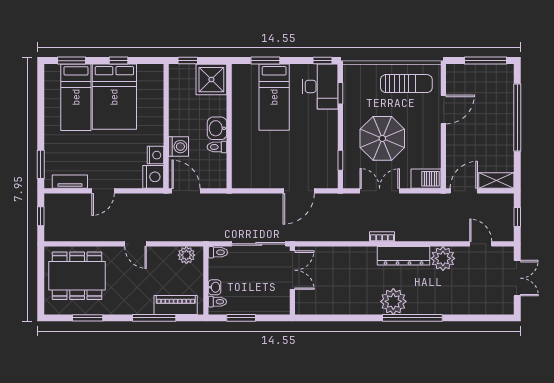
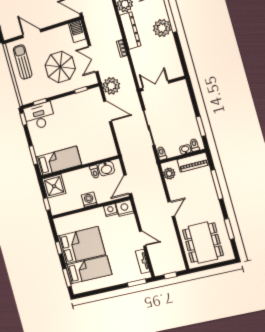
bed: (274, 97) -> (59, 161), moved
washbasin: (217, 128) -> (106, 169), moved
washing machine: (178, 147) -> (89, 200), moved
plant: (333, 206) -> (111, 86), added
double door: (292, 270) -> (156, 86), moved
wall: (292, 281) -> (162, 84), moved
piano: (176, 305) -> (193, 162), moved, turned -90

